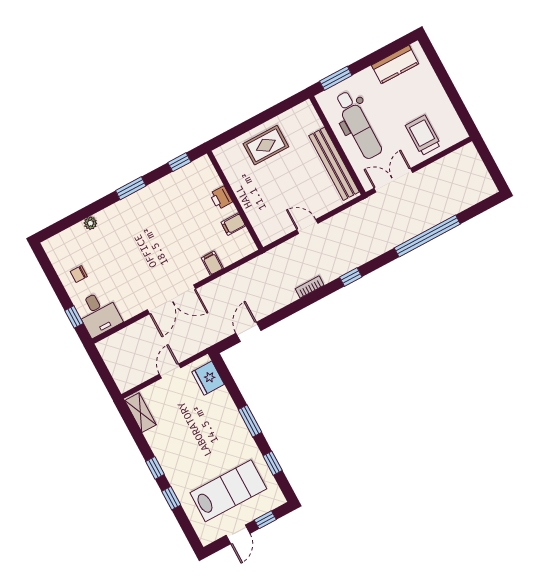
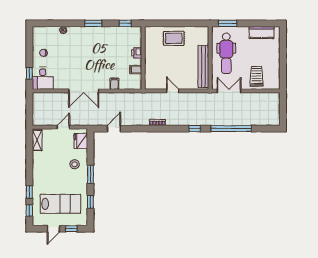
window: (351, 277) -> (195, 129), moved
stool: (217, 419) -> (75, 164), added
window: (155, 468) -> (29, 210), moved

